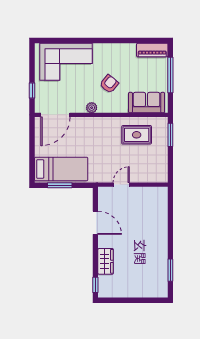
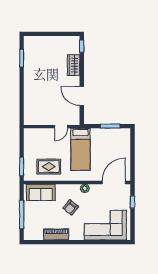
piano: (152, 50) -> (56, 234), moved
bed: (61, 169) -> (80, 149), moved, turned -90

